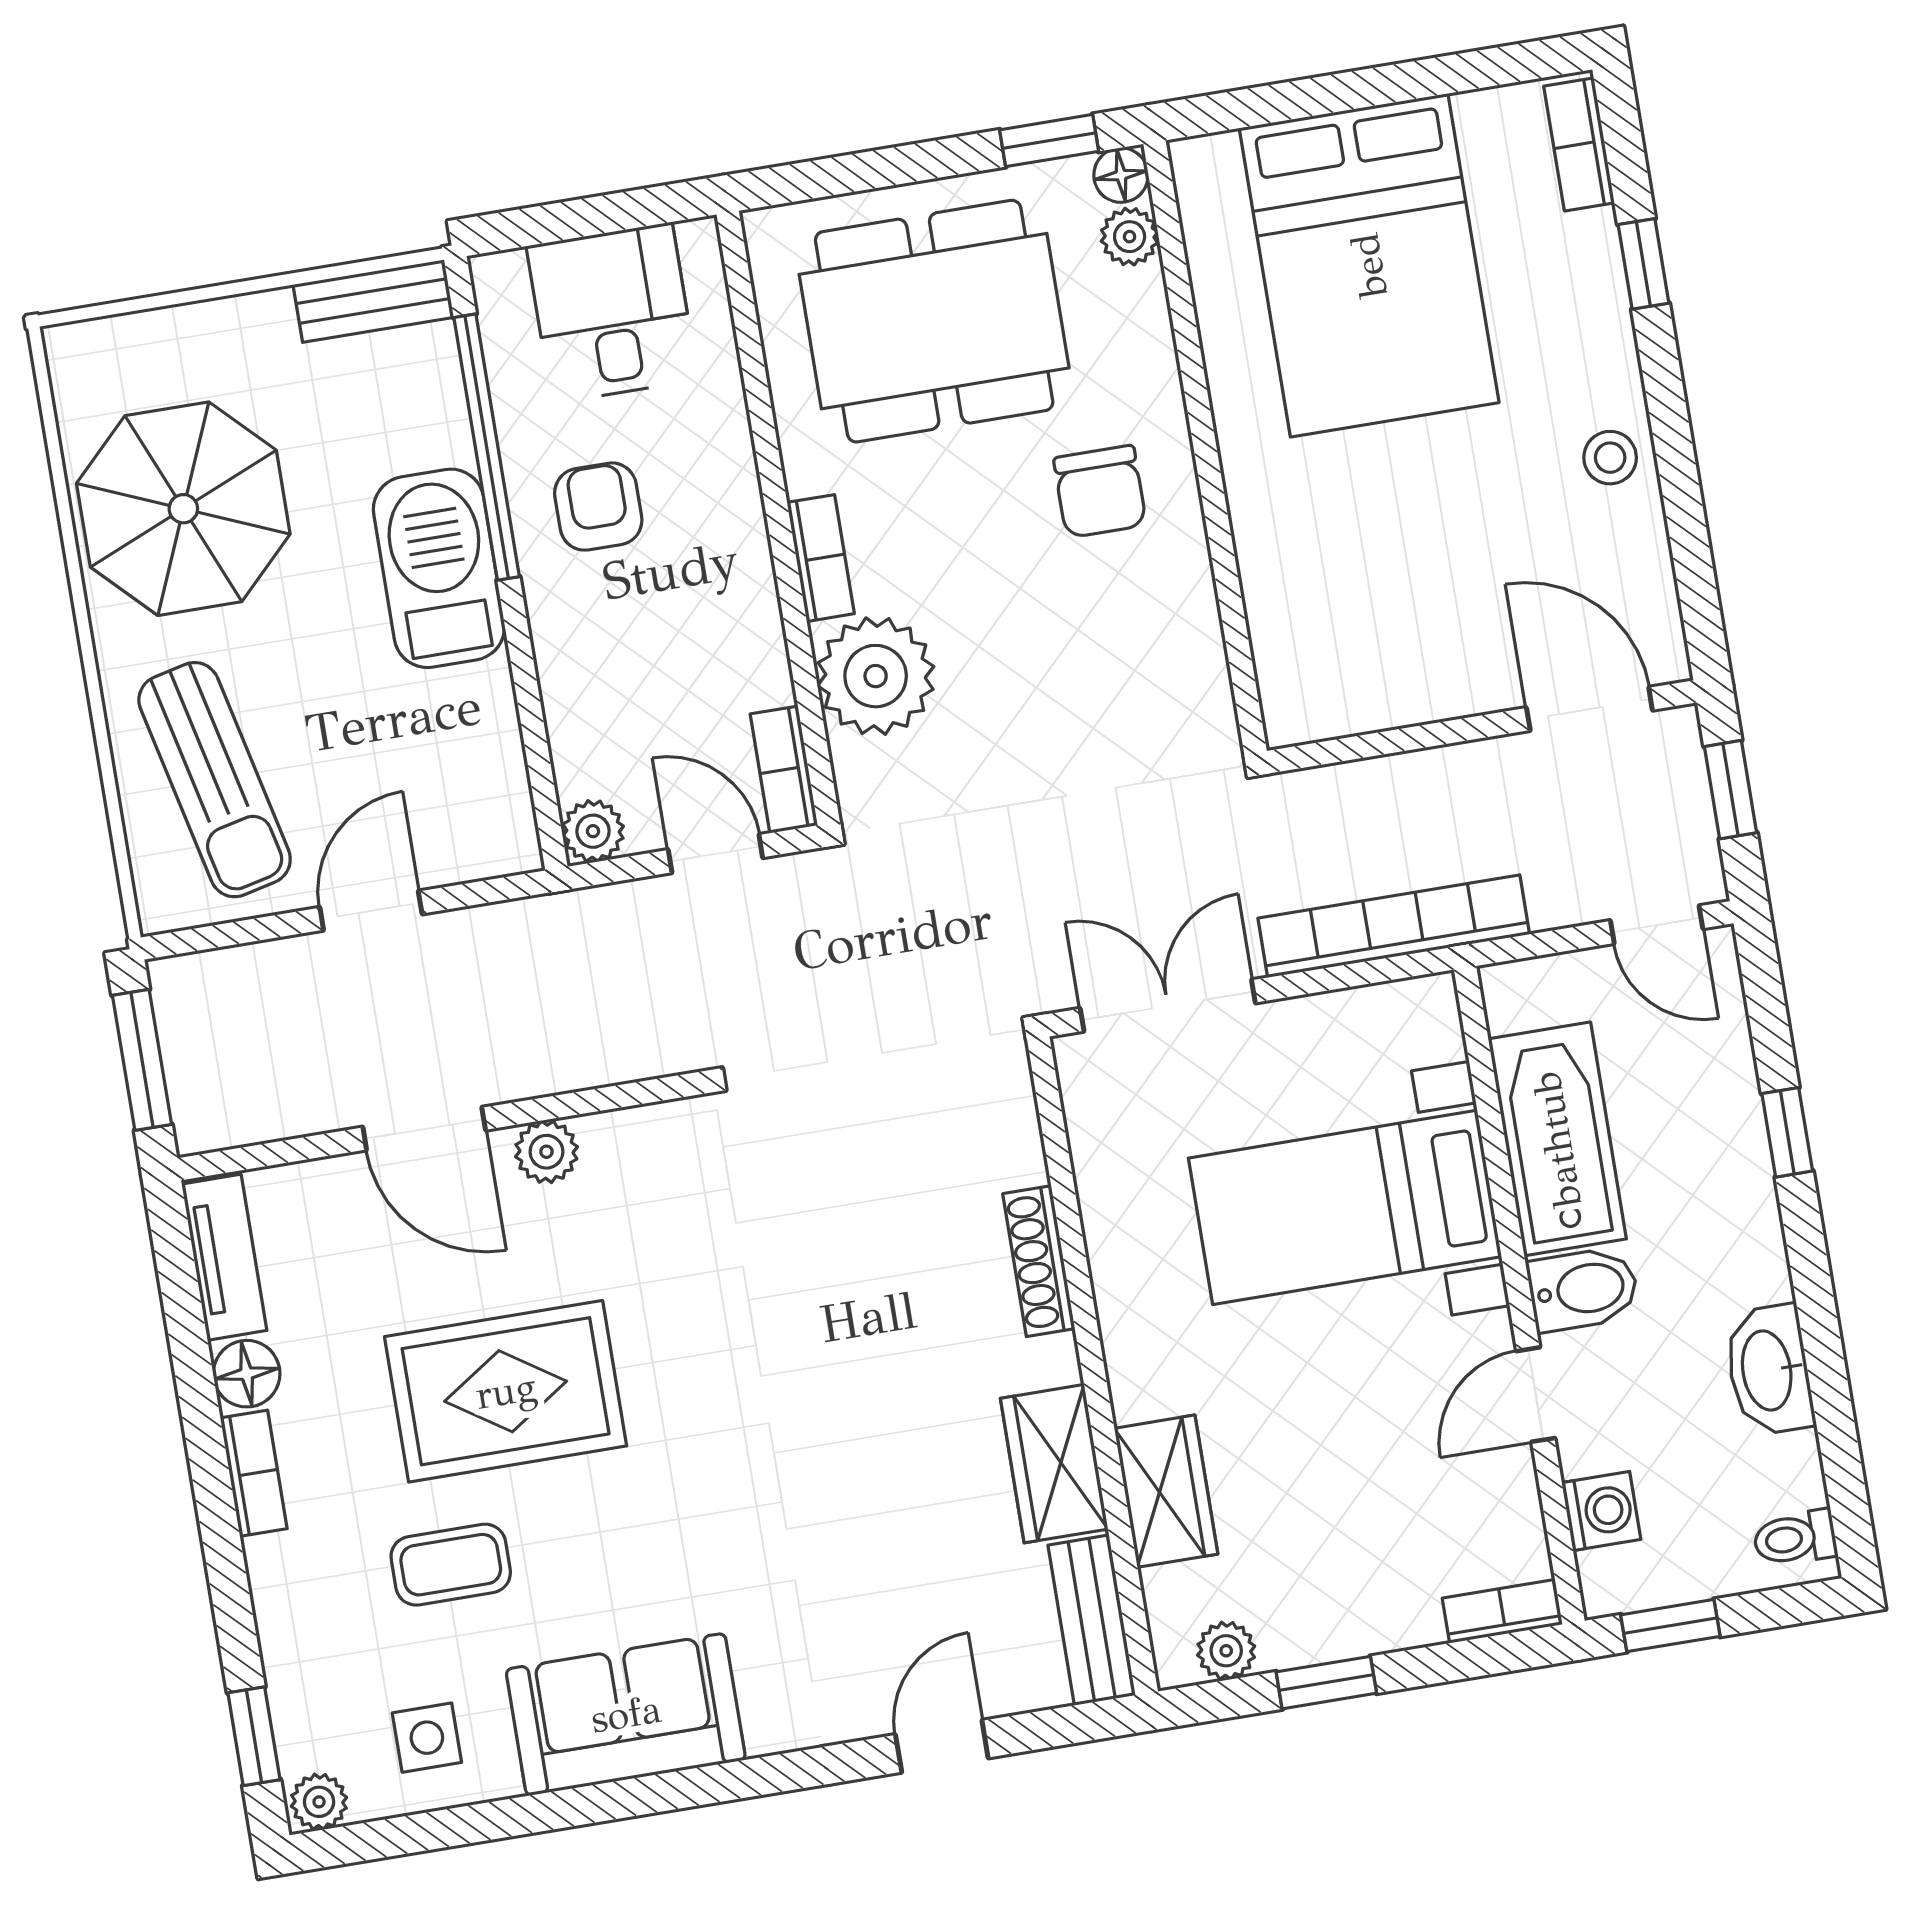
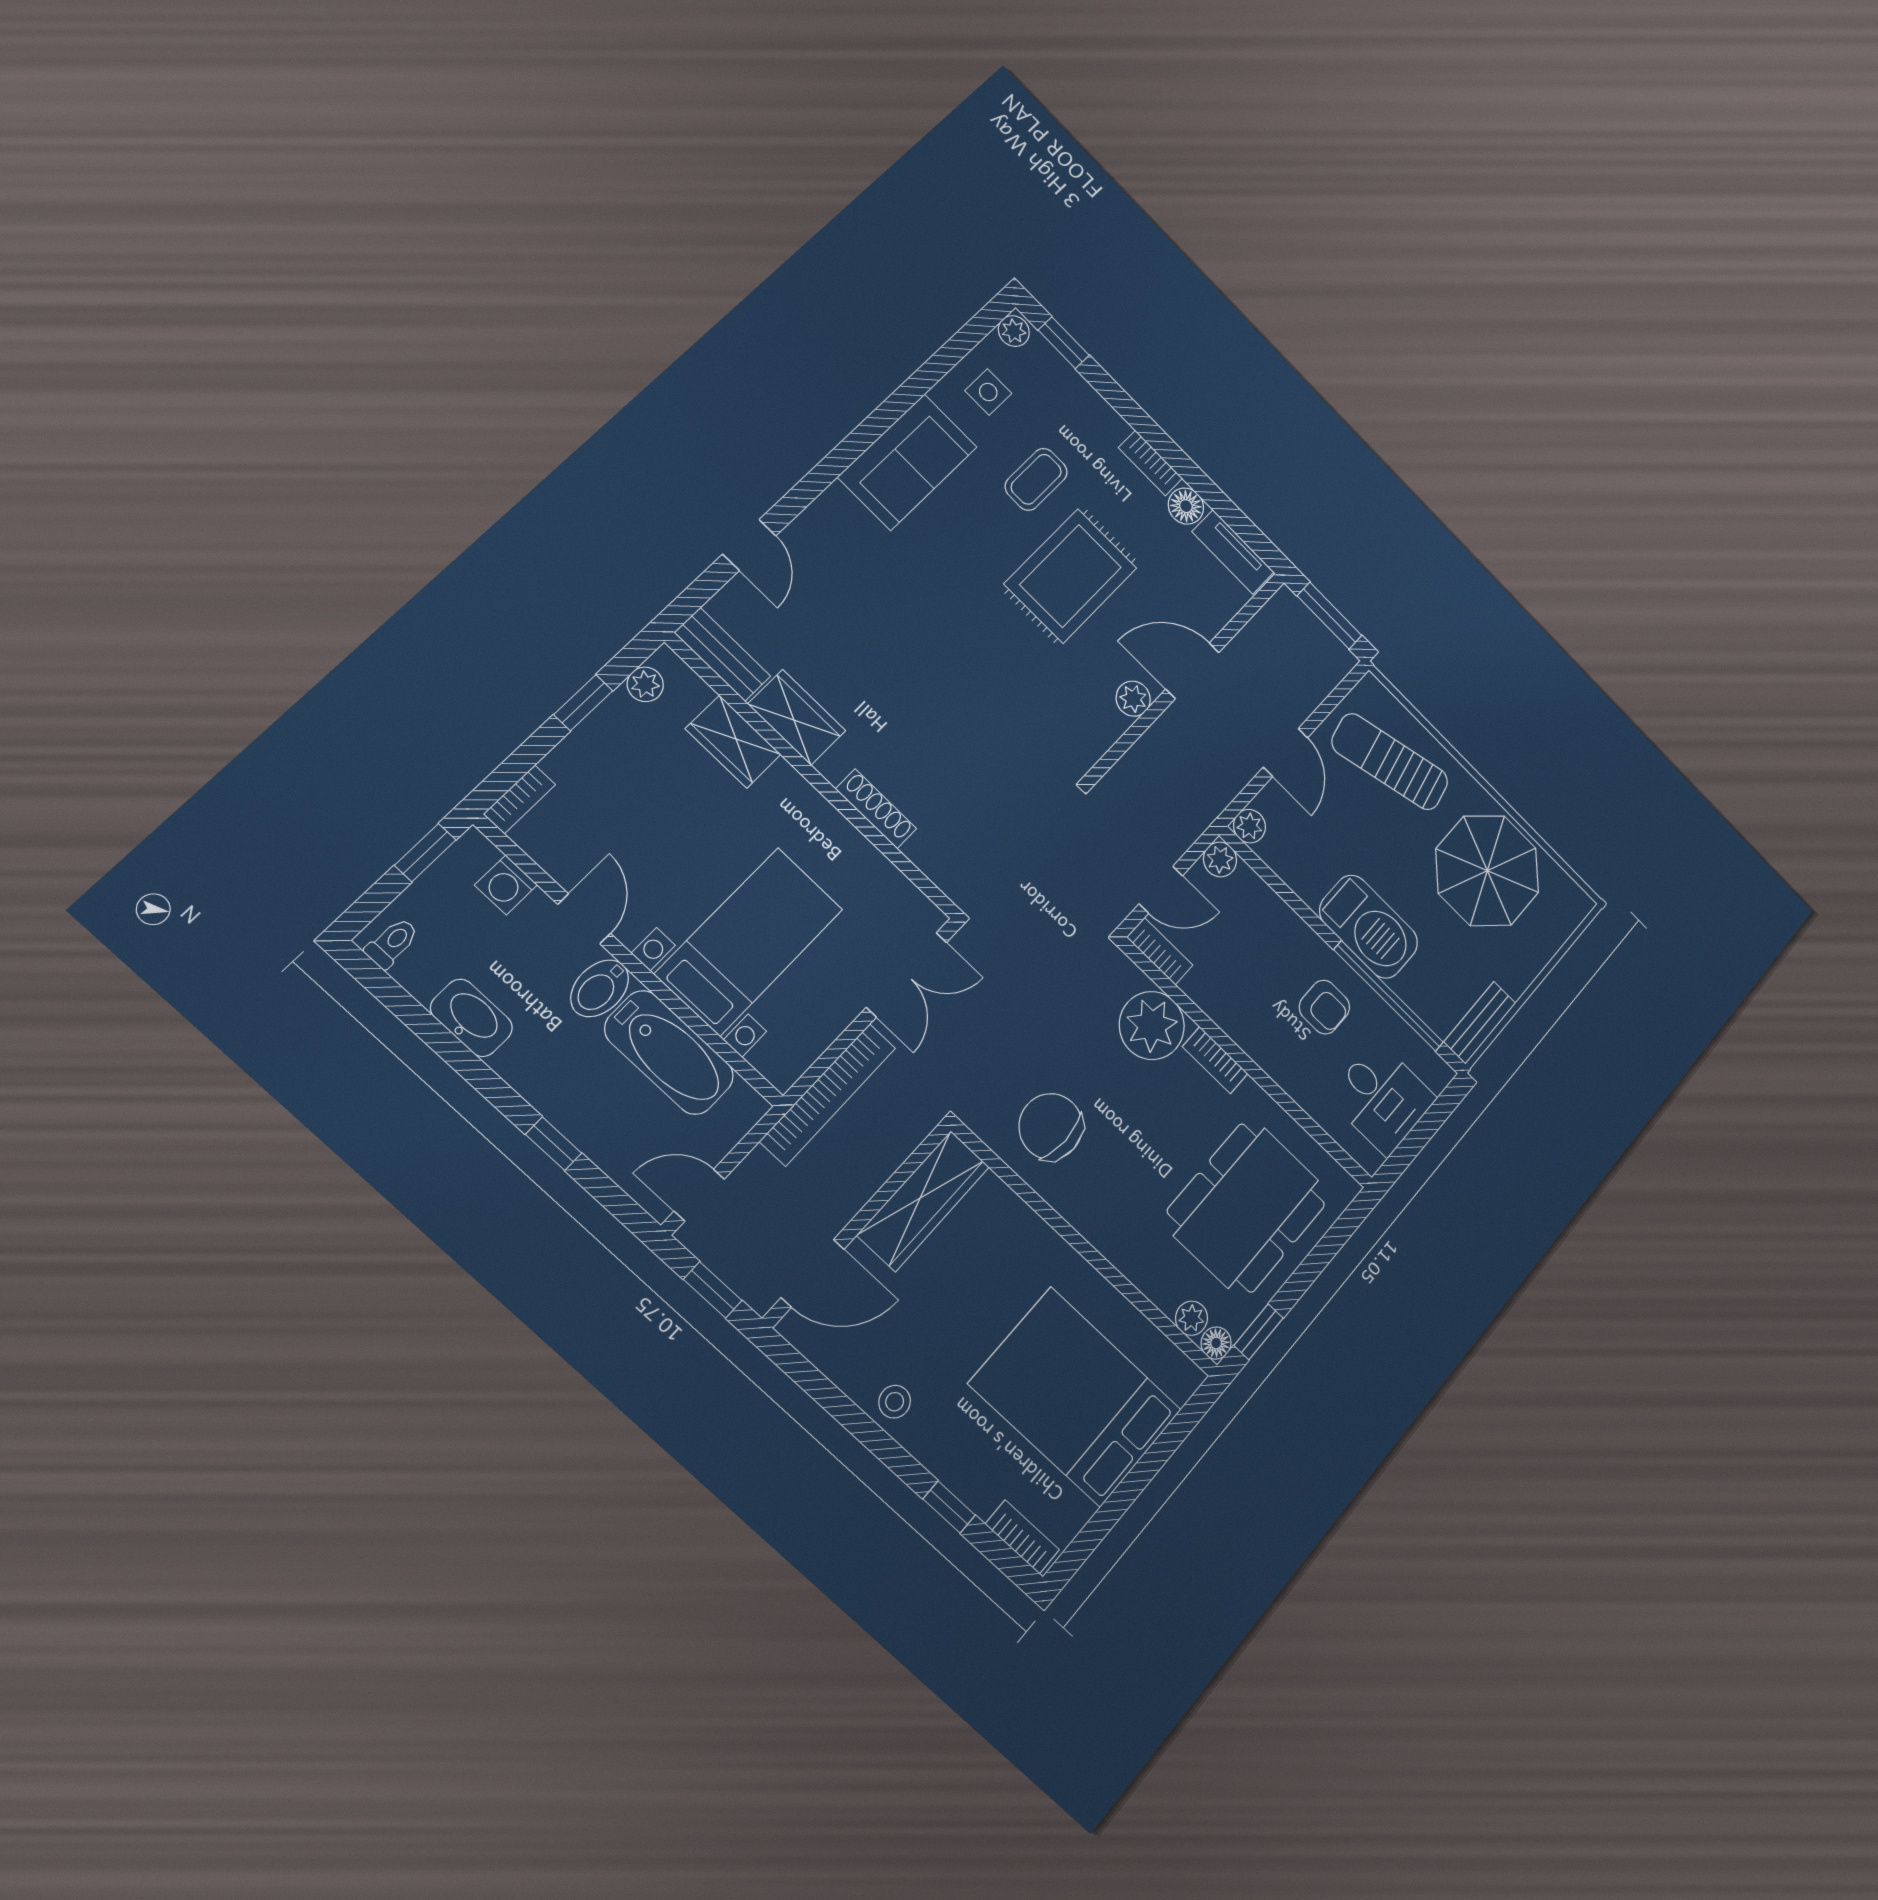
chair: (1100, 492) -> (1051, 1127), moved, width x1.37, depth x1.37
wardrobe: (1374, 688) -> (923, 1201), added
plant: (511, 846) -> (1249, 826), added

